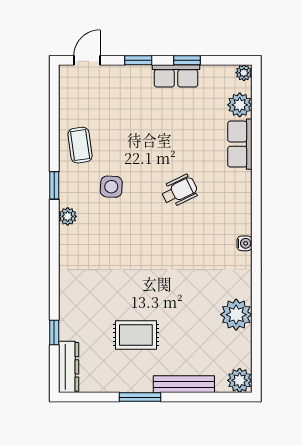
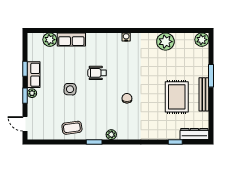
plant: (244, 73) -> (32, 93), moved
side table: (111, 187) -> (70, 89), moved
wheelchair: (179, 191) -> (97, 73), turned -64
chair: (133, 245) -> (127, 98), added
rug: (136, 335) -> (177, 97), width x1.36, depth x1.43
bench: (184, 384) -> (204, 94), moved
window: (140, 397) -> (211, 76), moved

